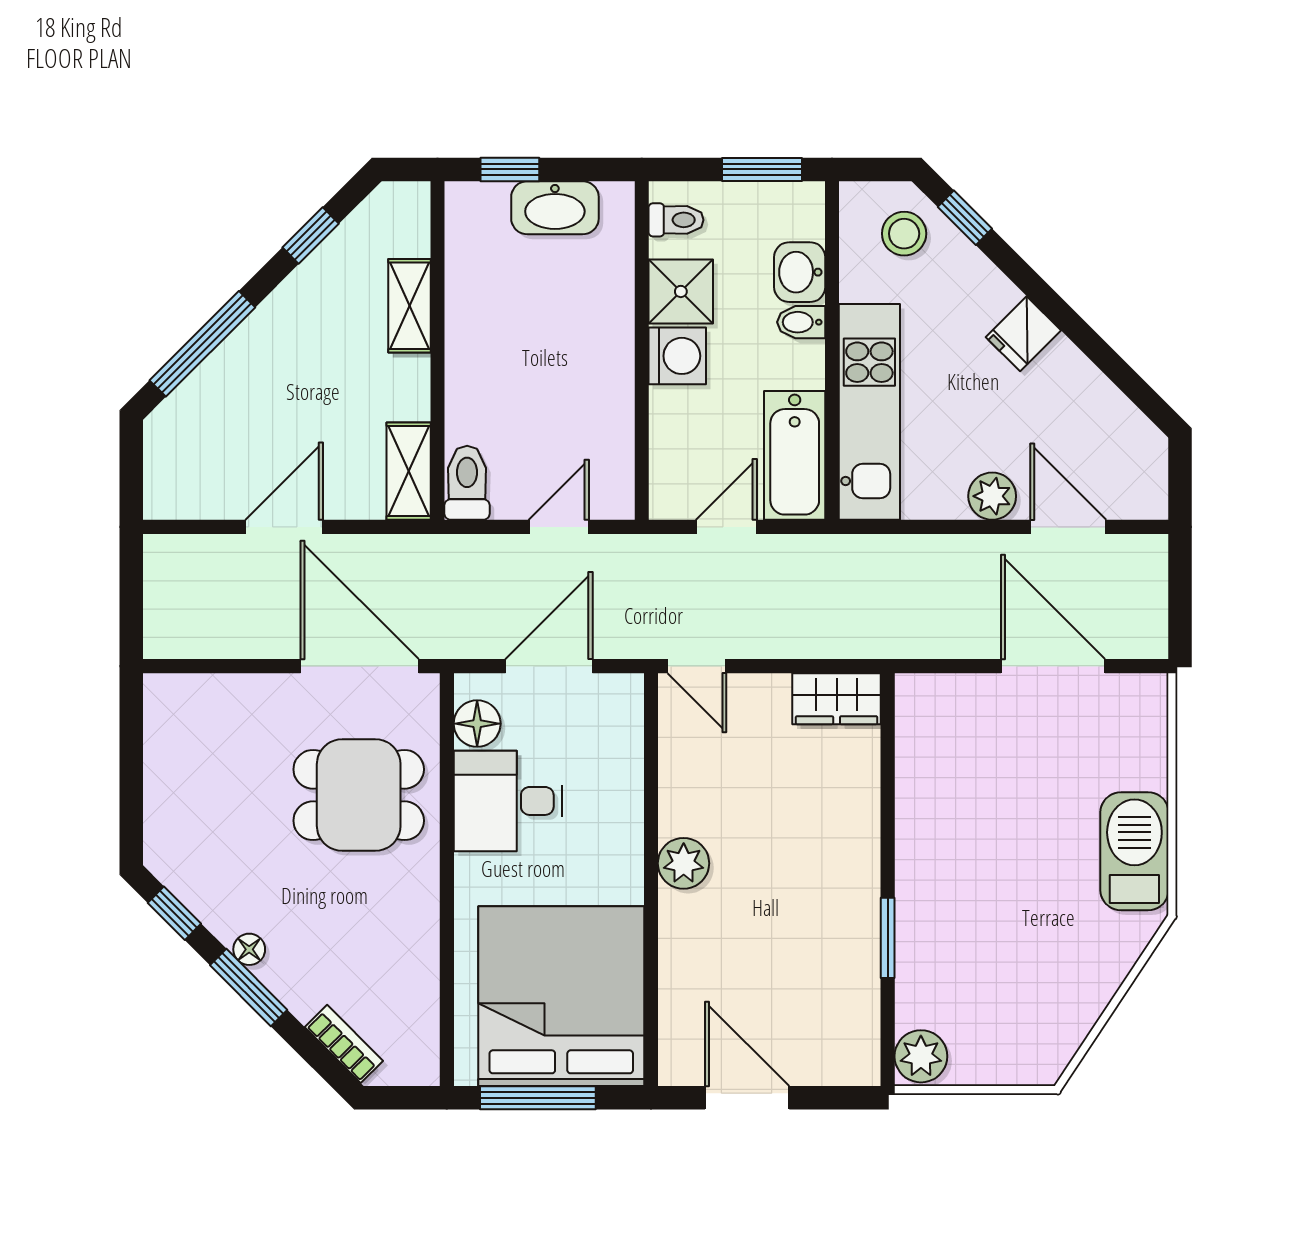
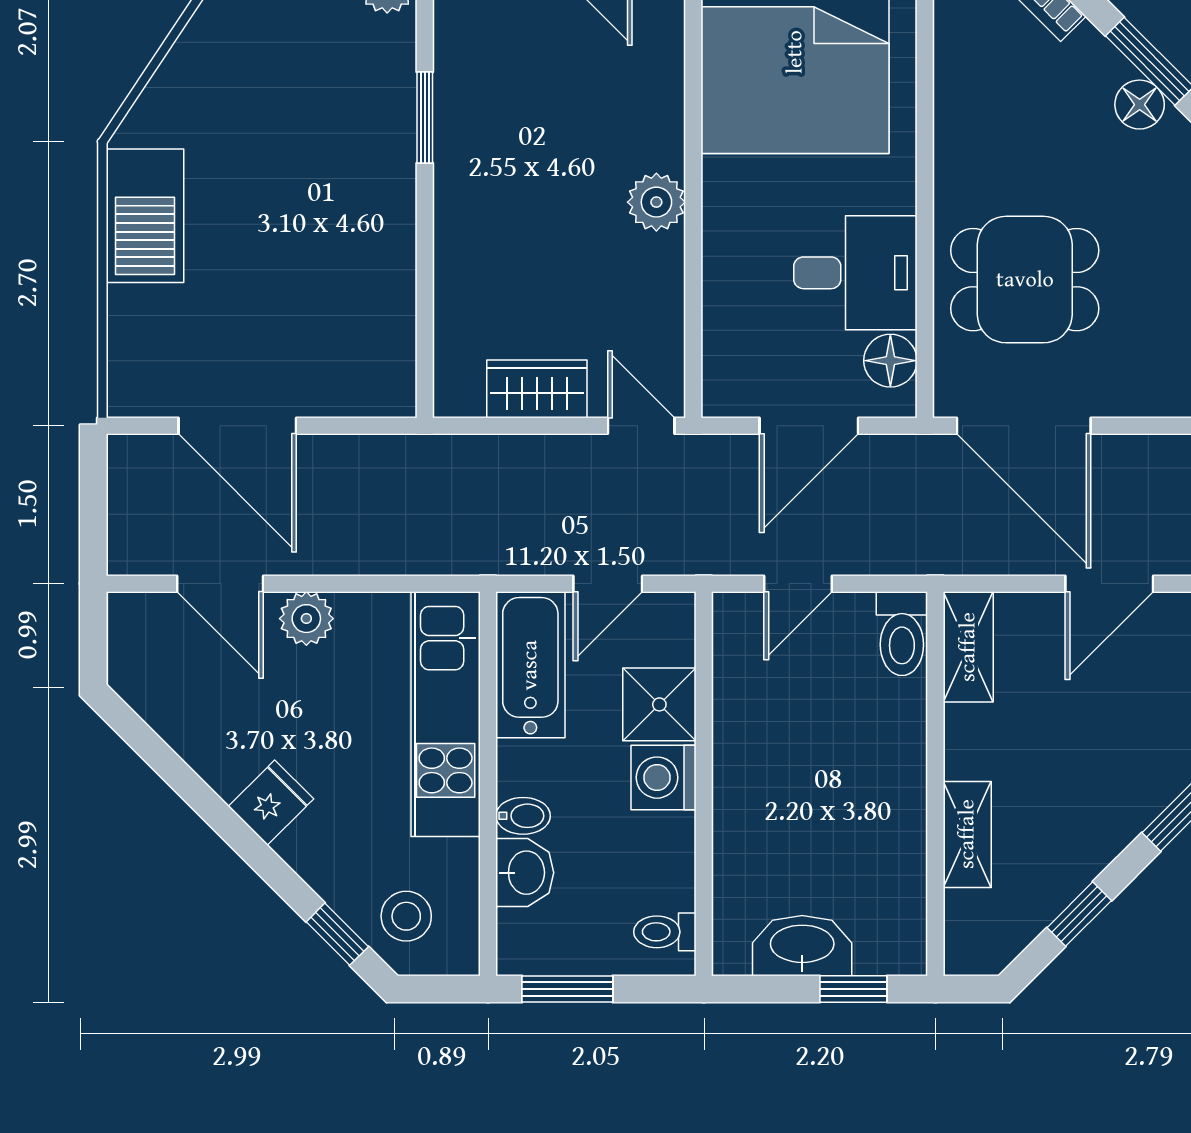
shower: (681, 291) -> (659, 704), moved
wardrobe: (837, 699) -> (537, 389), moved
floor lamp: (249, 949) -> (1140, 105), width x1.37, depth x1.37

